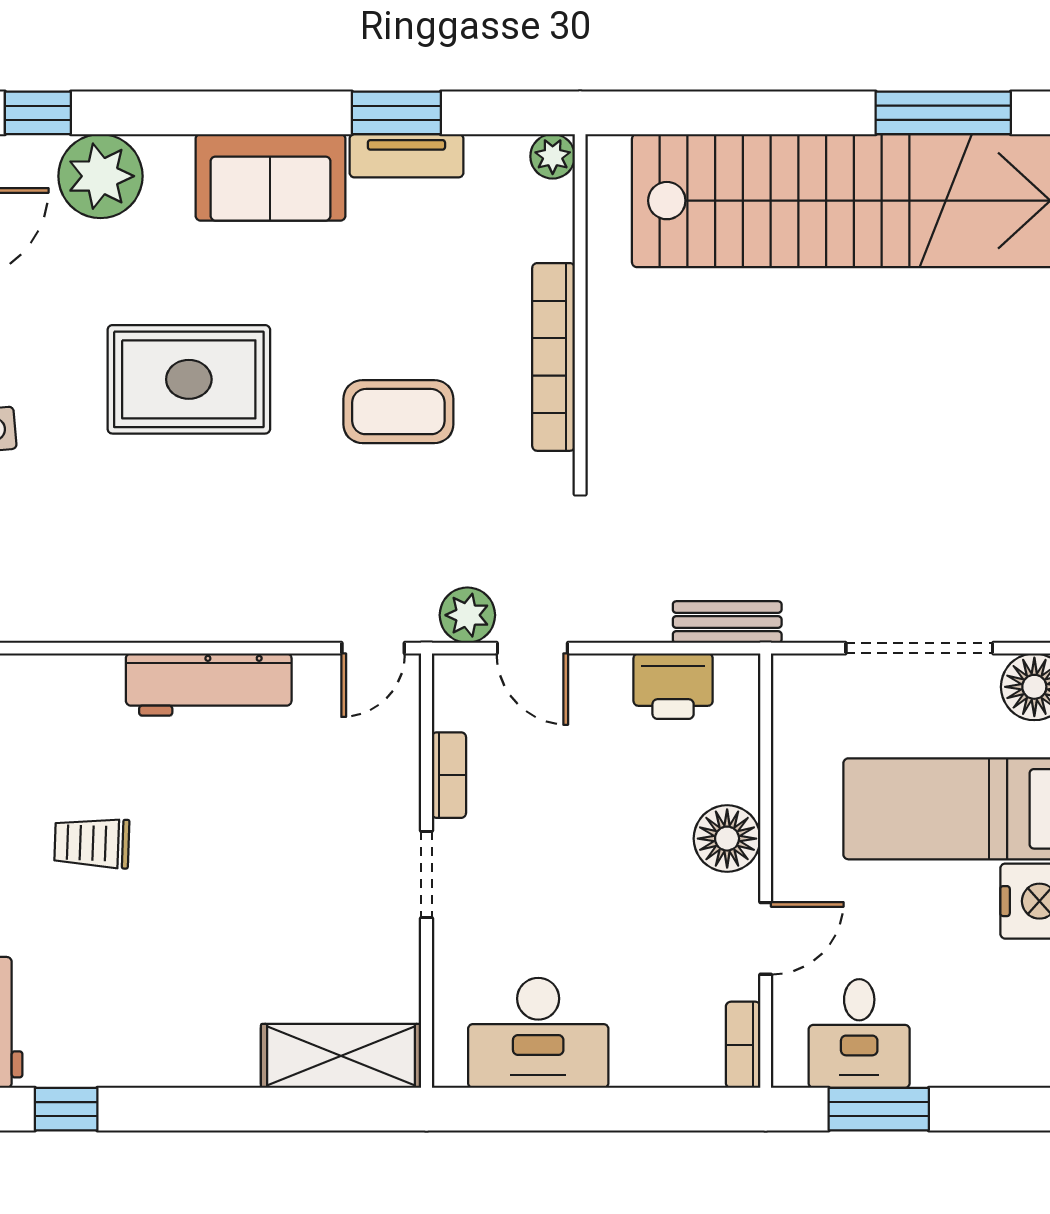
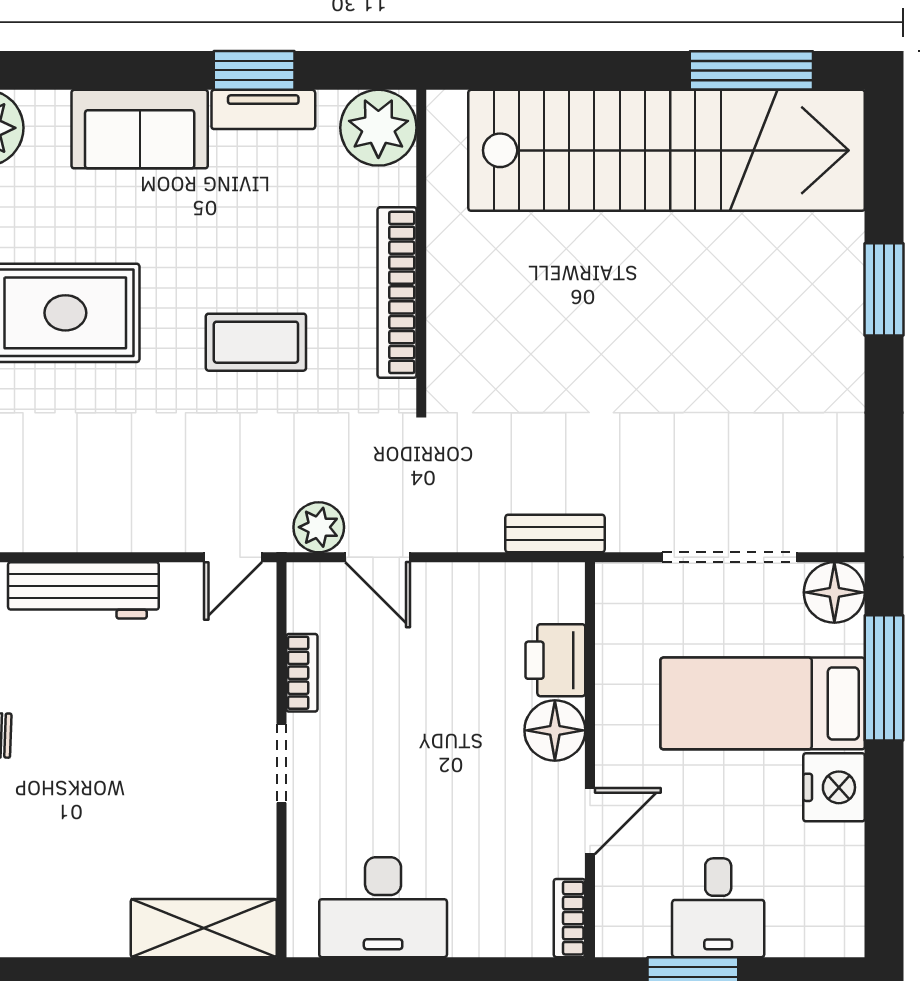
plant: (553, 156) -> (378, 128), width x1.88, depth x1.88
printer: (673, 686) -> (555, 660), moved, turned 90
desk: (859, 1033) -> (718, 908), moved

